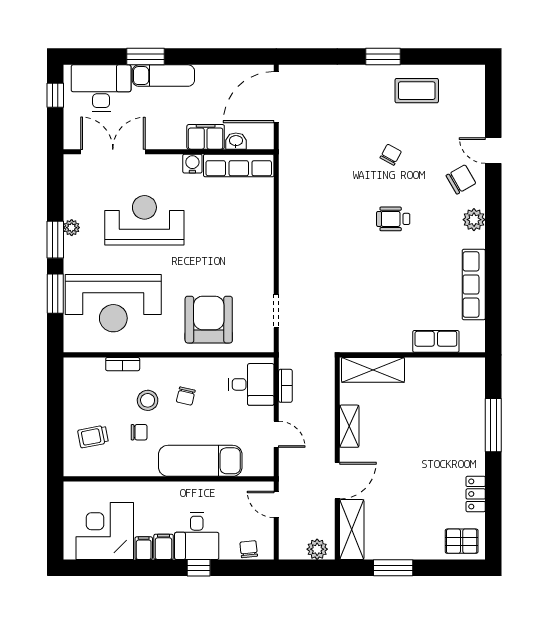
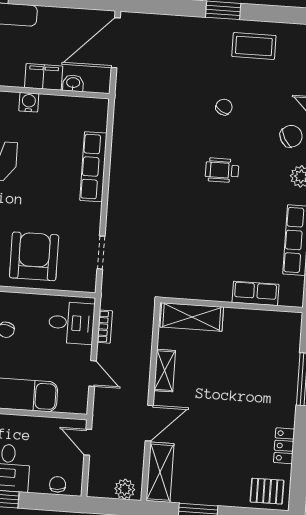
row of seats: (239, 166) -> (93, 167), moved, turned 90

